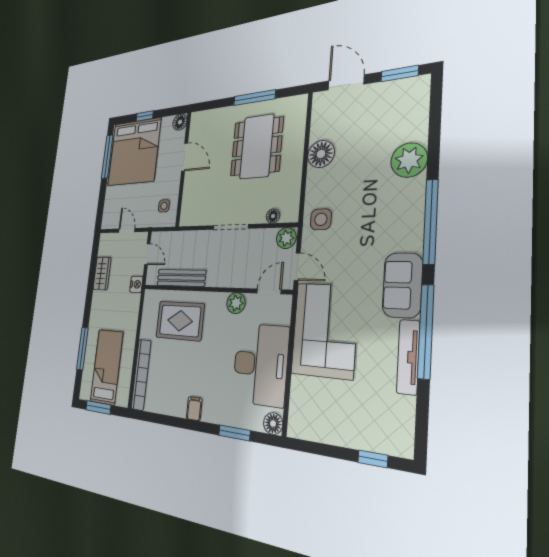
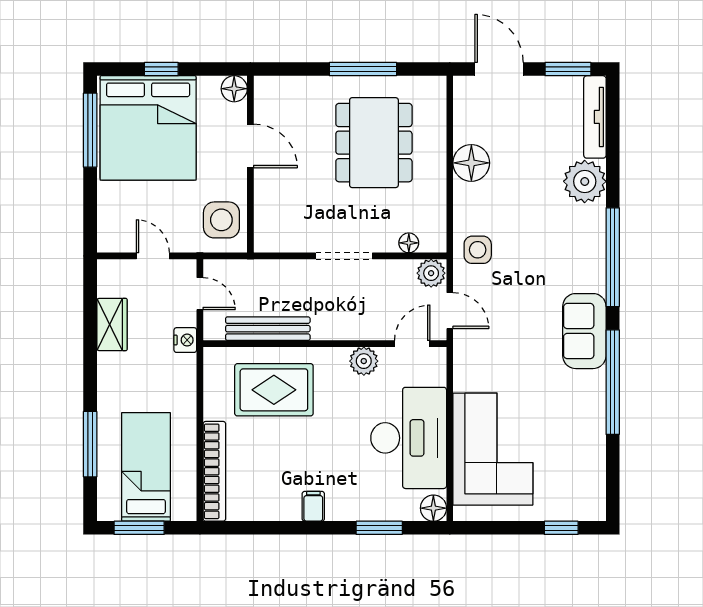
side table: (164, 206) -> (221, 220), width x1.87, depth x1.87
corner sofa: (324, 330) -> (493, 449), moved
tv unit: (408, 357) -> (595, 117), moved

